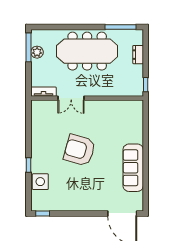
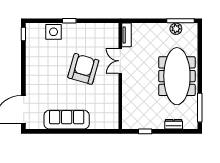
tv unit: (43, 92) -> (127, 35), moved
double door: (71, 98) -> (120, 61), moved
wall: (87, 98) -> (120, 76), moved

